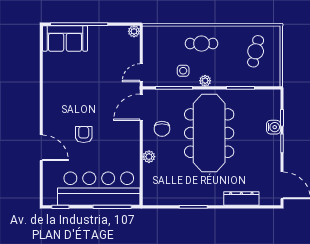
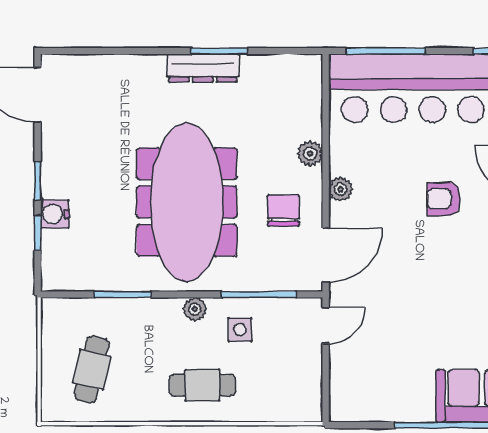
plant: (134, 31) -> (341, 189), moved
armchair: (84, 135) -> (444, 199), turned 90
dresser: (241, 199) -> (203, 68), moved

